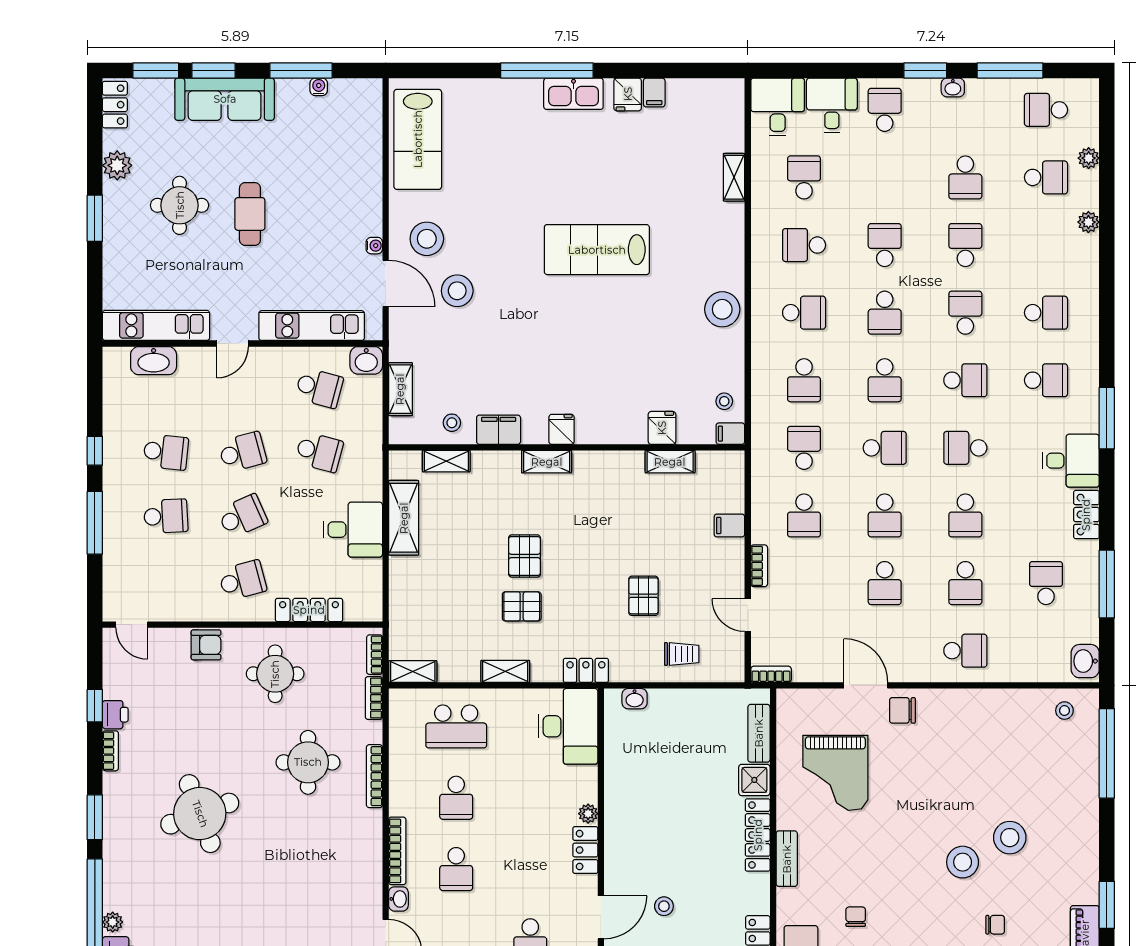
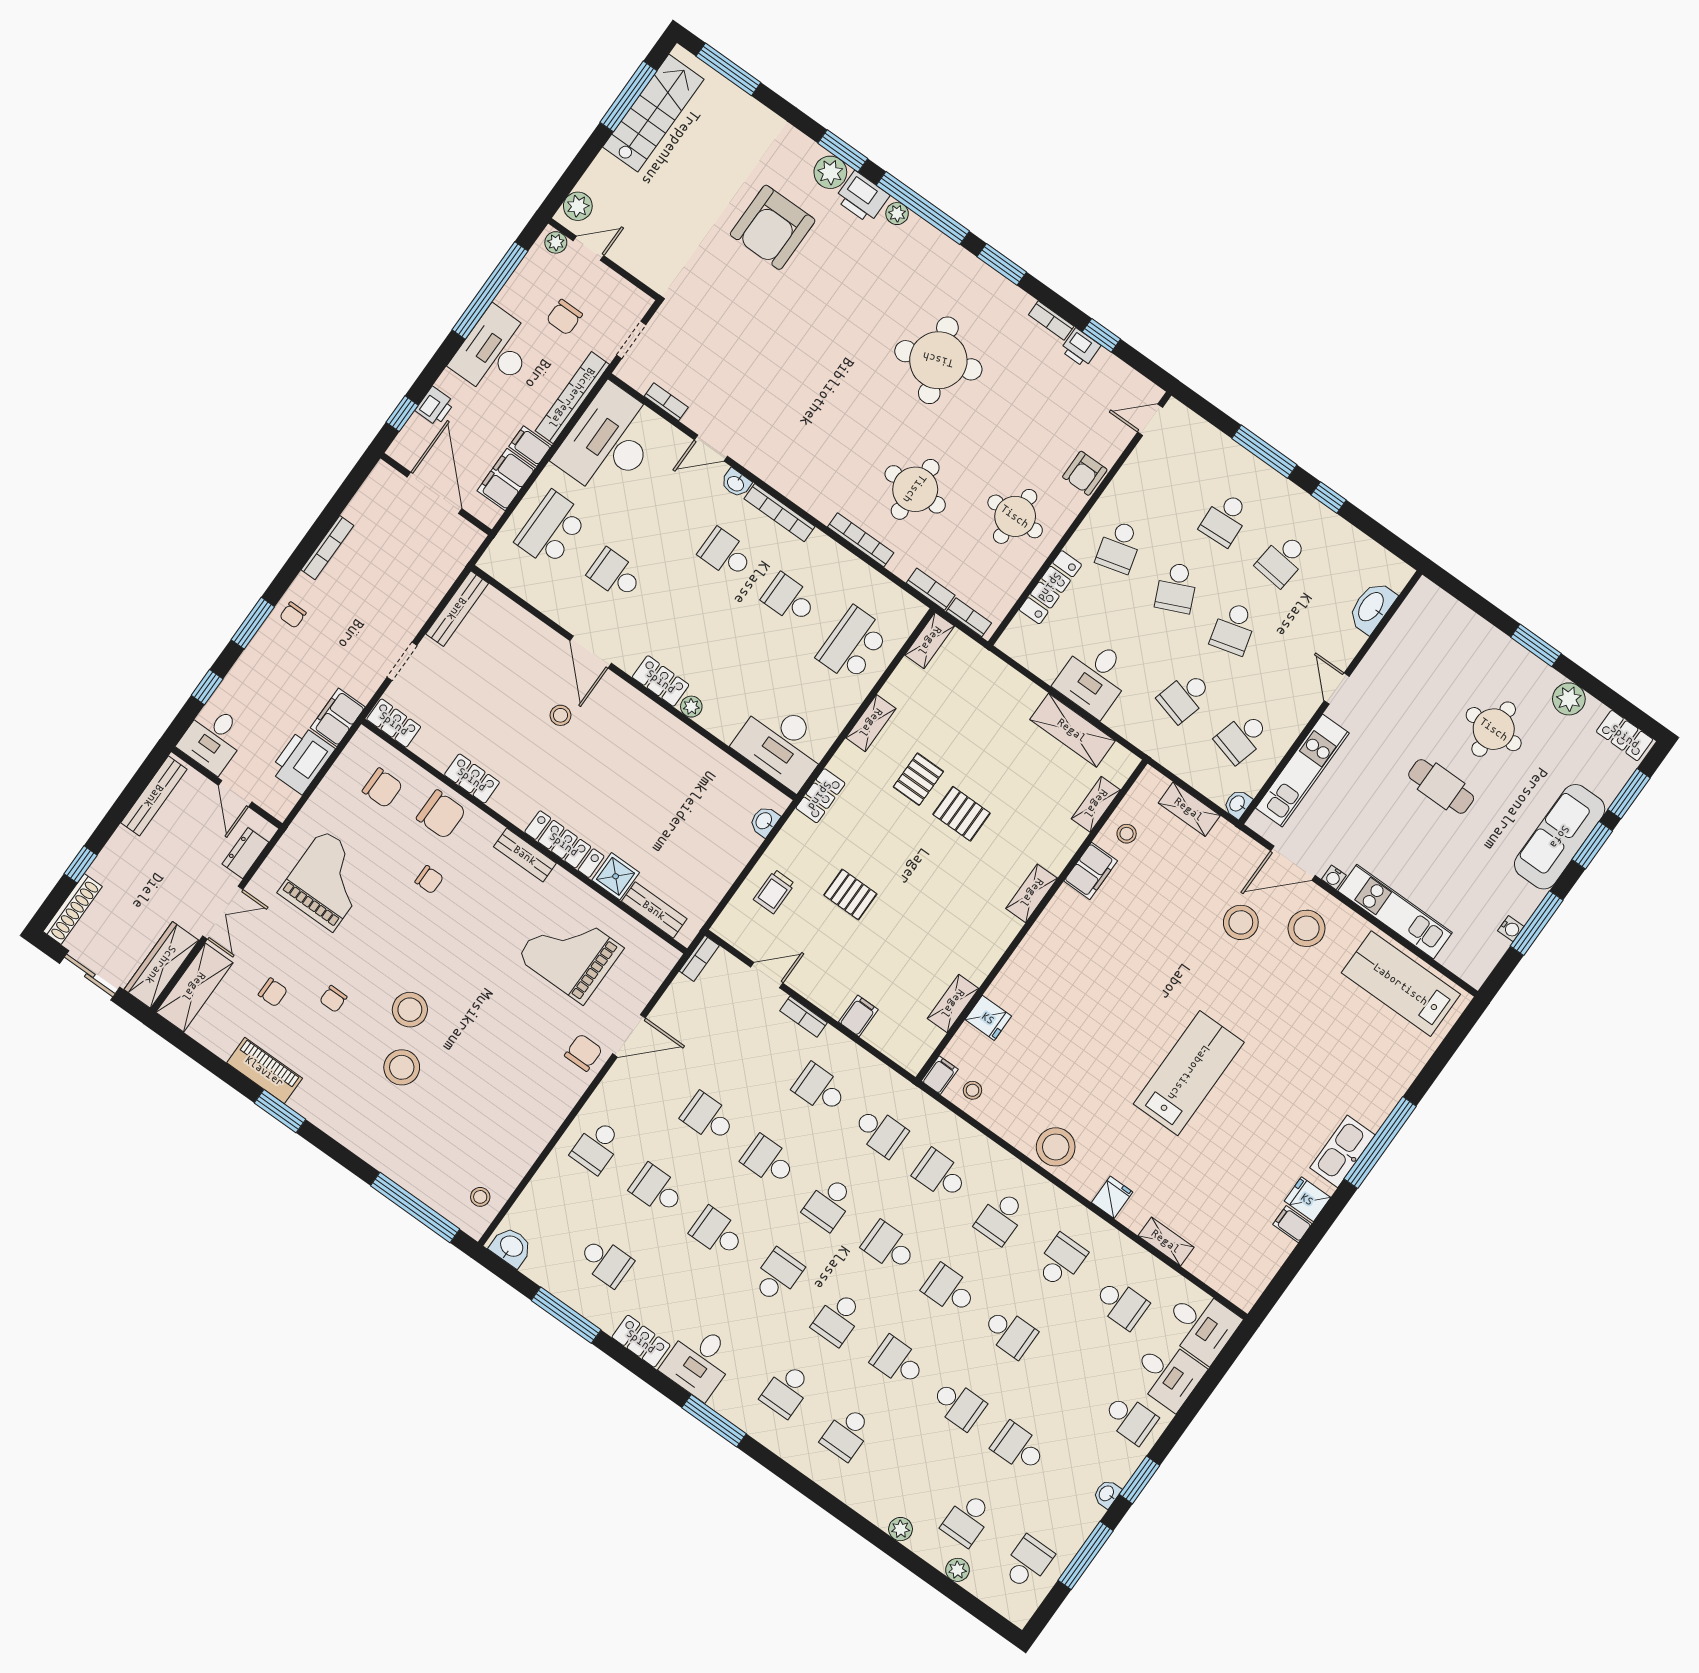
school desk: (965, 313) -> (898, 1362), turned 180
kitchen unit: (156, 325) -> (1395, 912), moved, turned -90
washbasin: (366, 360) -> (1238, 804), width x0.72, depth x0.69
fridge: (562, 429) -> (1112, 1197), moved, turned -90

